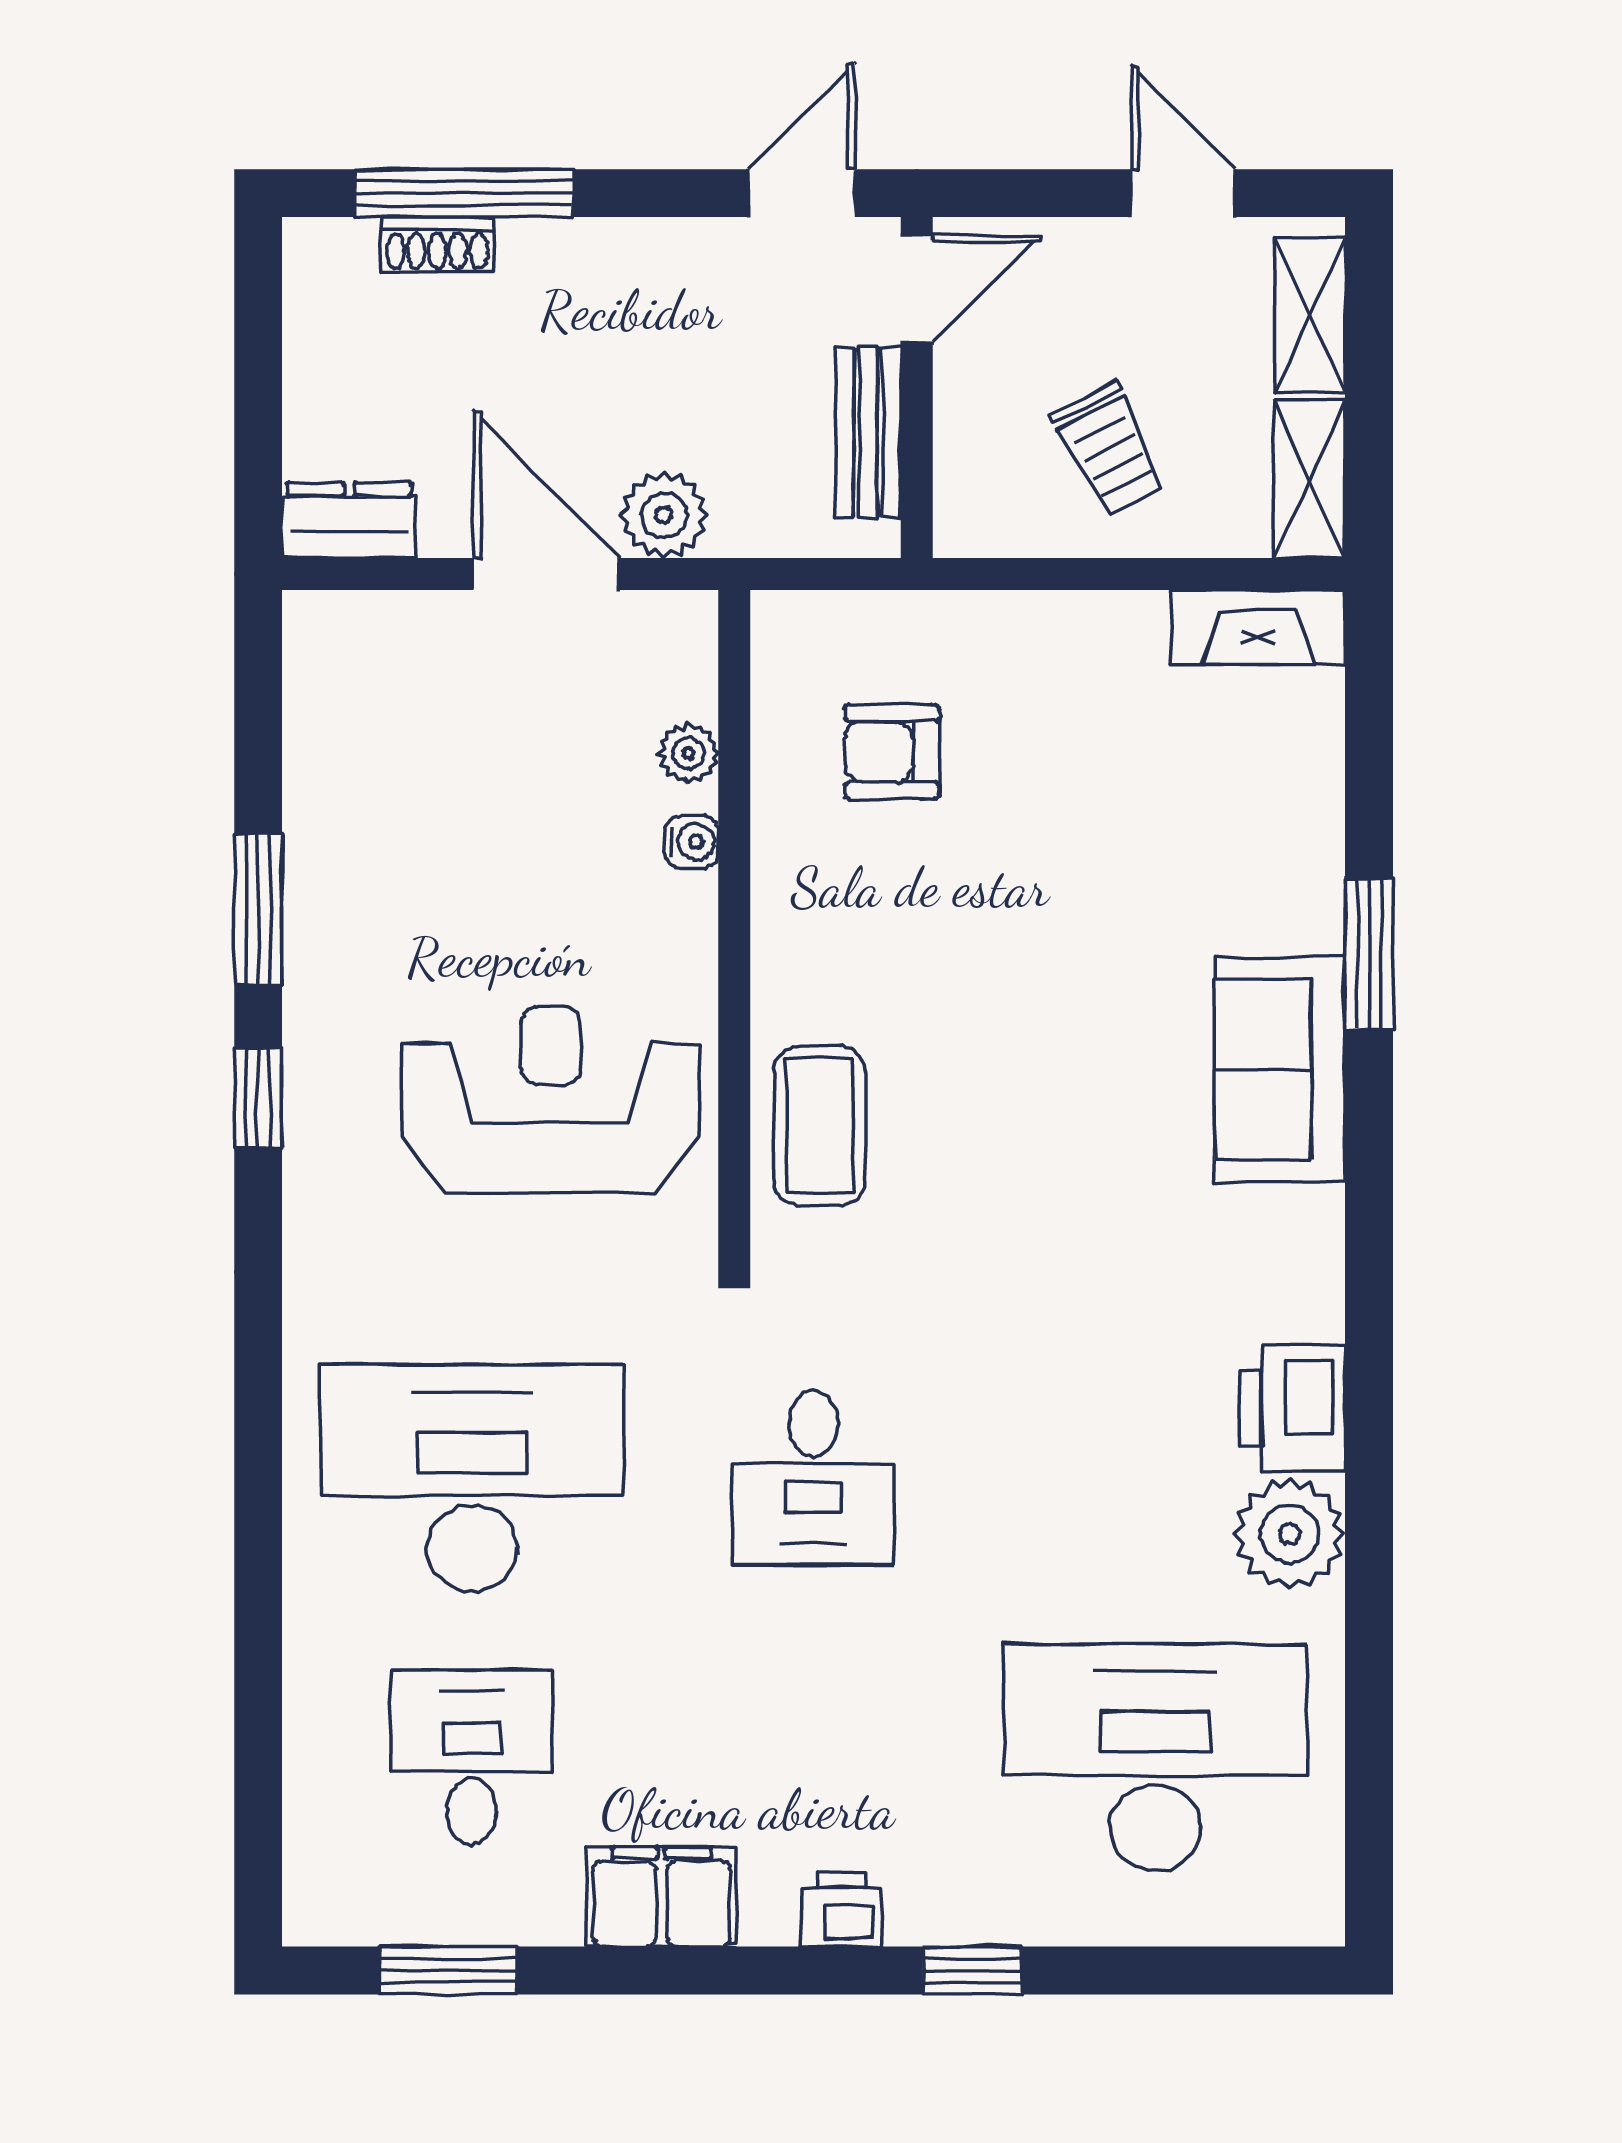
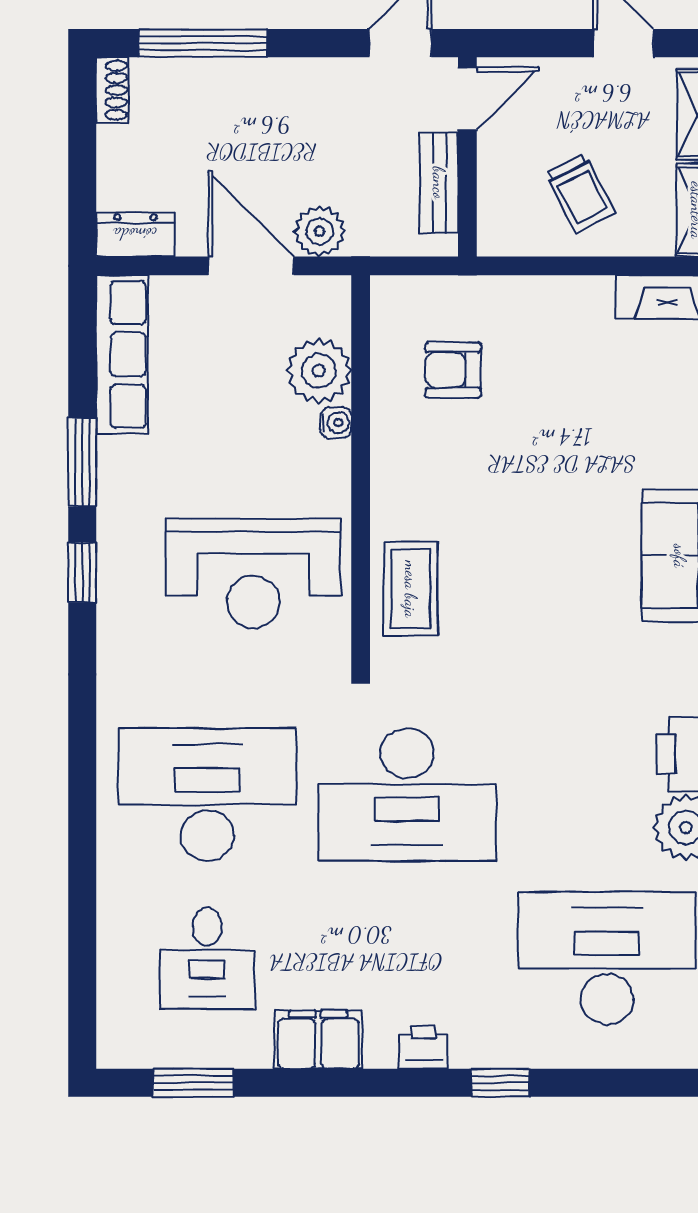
shoe rack: (437, 244) -> (112, 90), moved, turned -90
row of seats: (326, 725) -> (122, 354), added
plant: (689, 753) -> (319, 371), width x1.87, depth x1.87
reception desk: (551, 1100) -> (253, 573), turned 180
desk: (814, 1478) -> (407, 795), width x1.87, depth x1.30
desk: (472, 1757) -> (207, 958), turned 180

